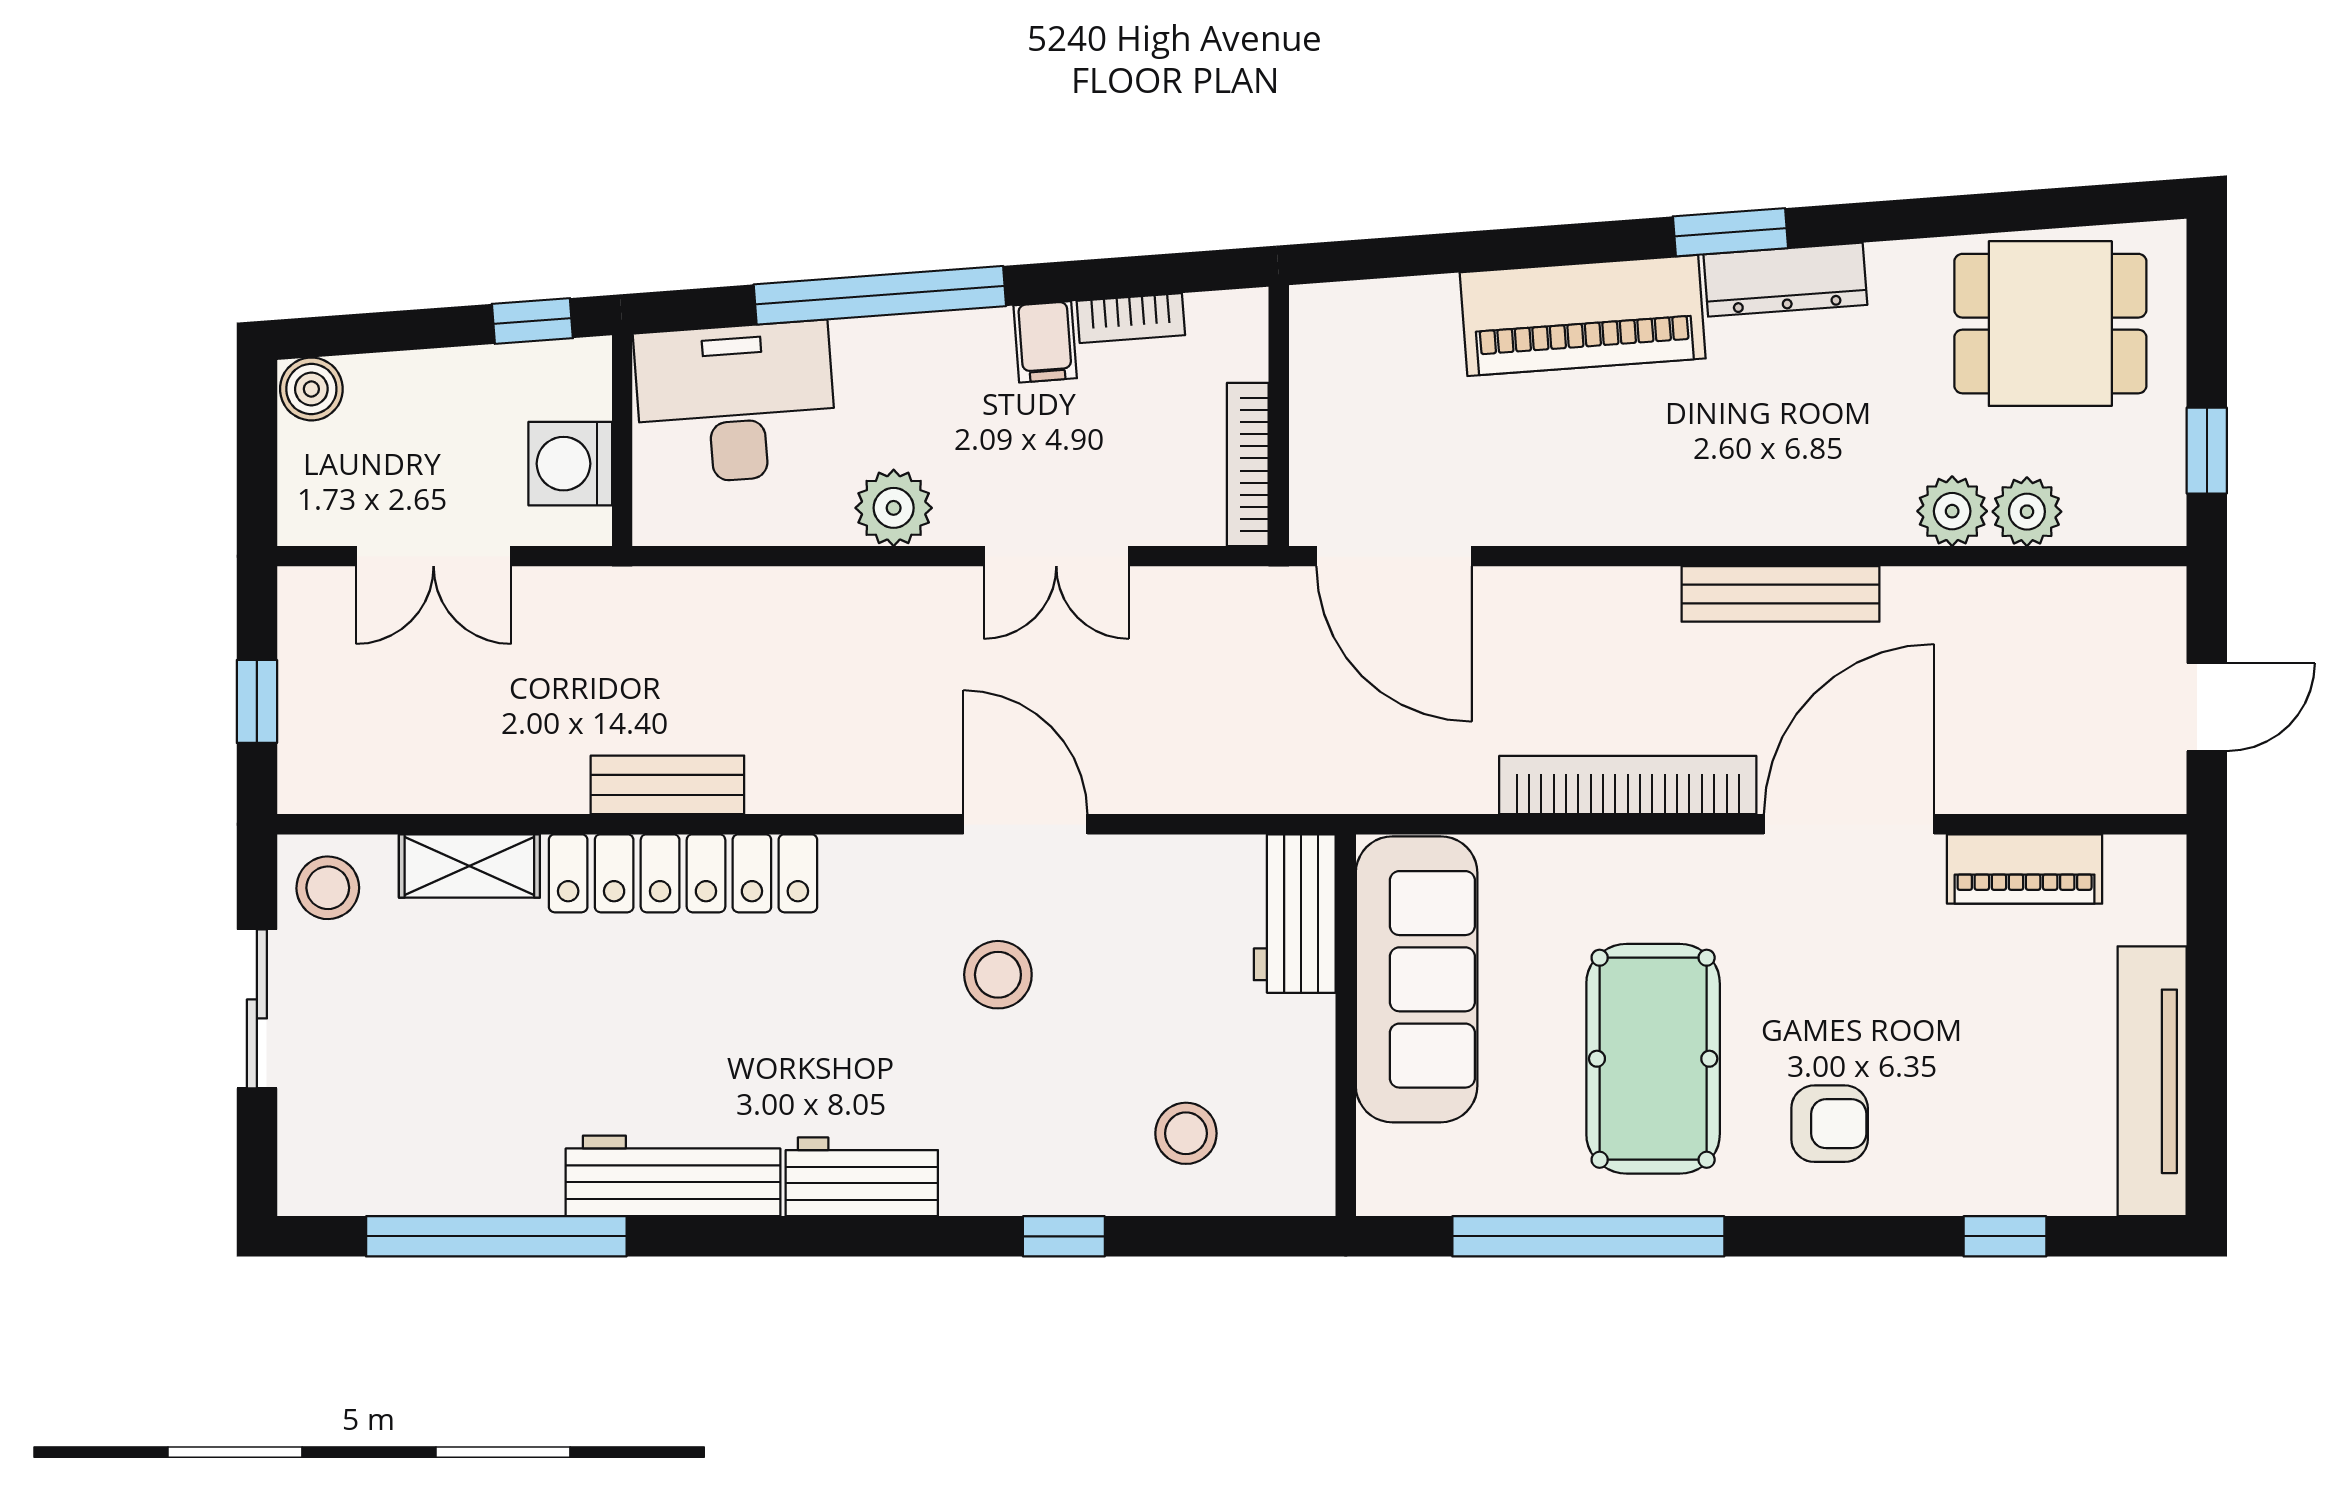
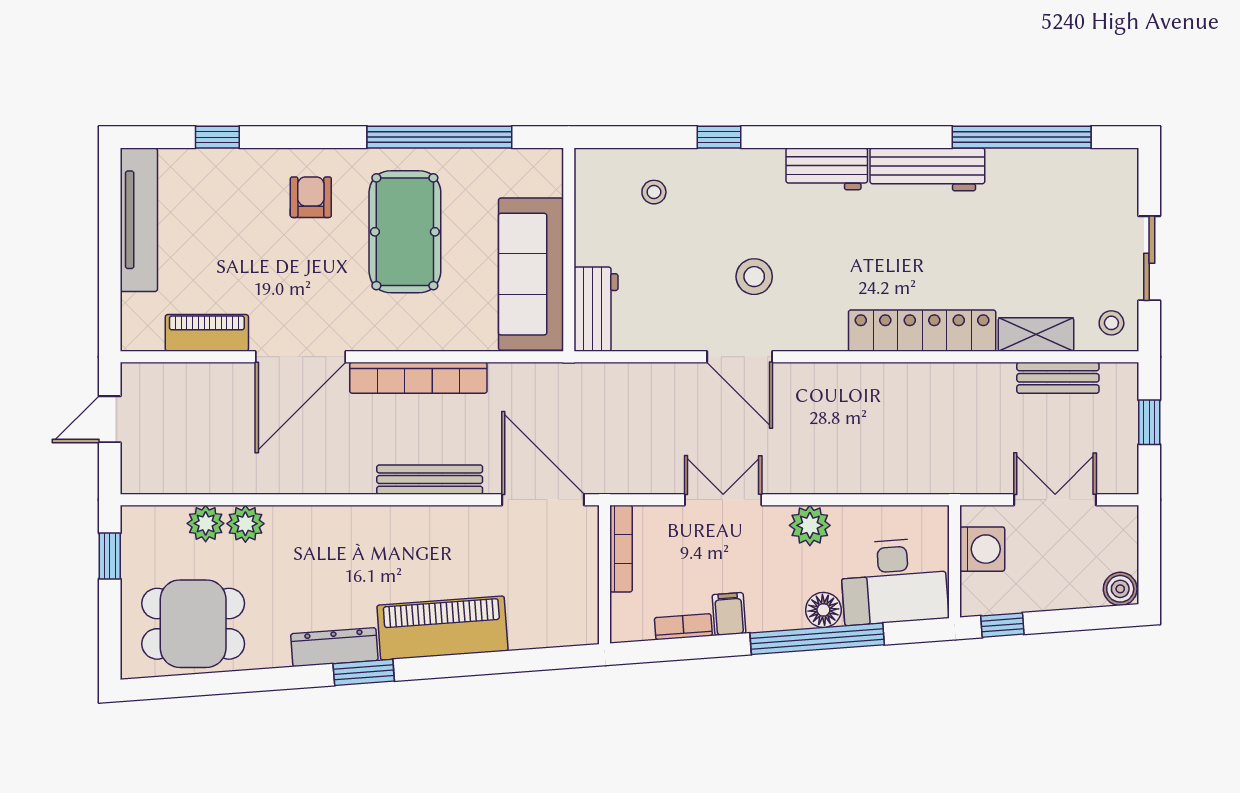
floor lamp: (868, 349) -> (823, 610), added
bench: (1780, 594) -> (430, 480), moved
bench: (667, 785) -> (1058, 378), moved
stool: (328, 888) -> (1111, 323), width x0.73, depth x0.73
armchair: (1830, 1124) -> (311, 197), turned 90
stool: (1186, 1133) -> (654, 192), width x0.73, depth x0.73

